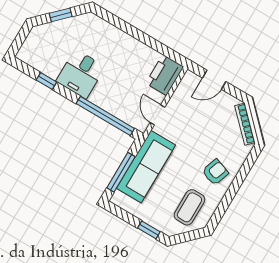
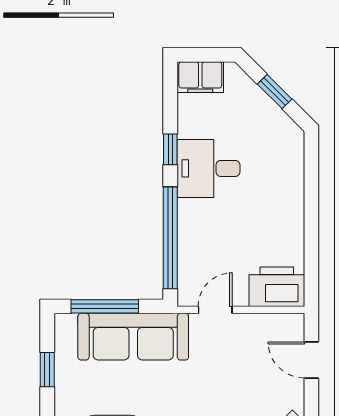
filing cabinet: (30, 50) -> (200, 77), added
window: (46, 81) -> (170, 149), moved
window: (149, 230) -> (47, 370), moved

